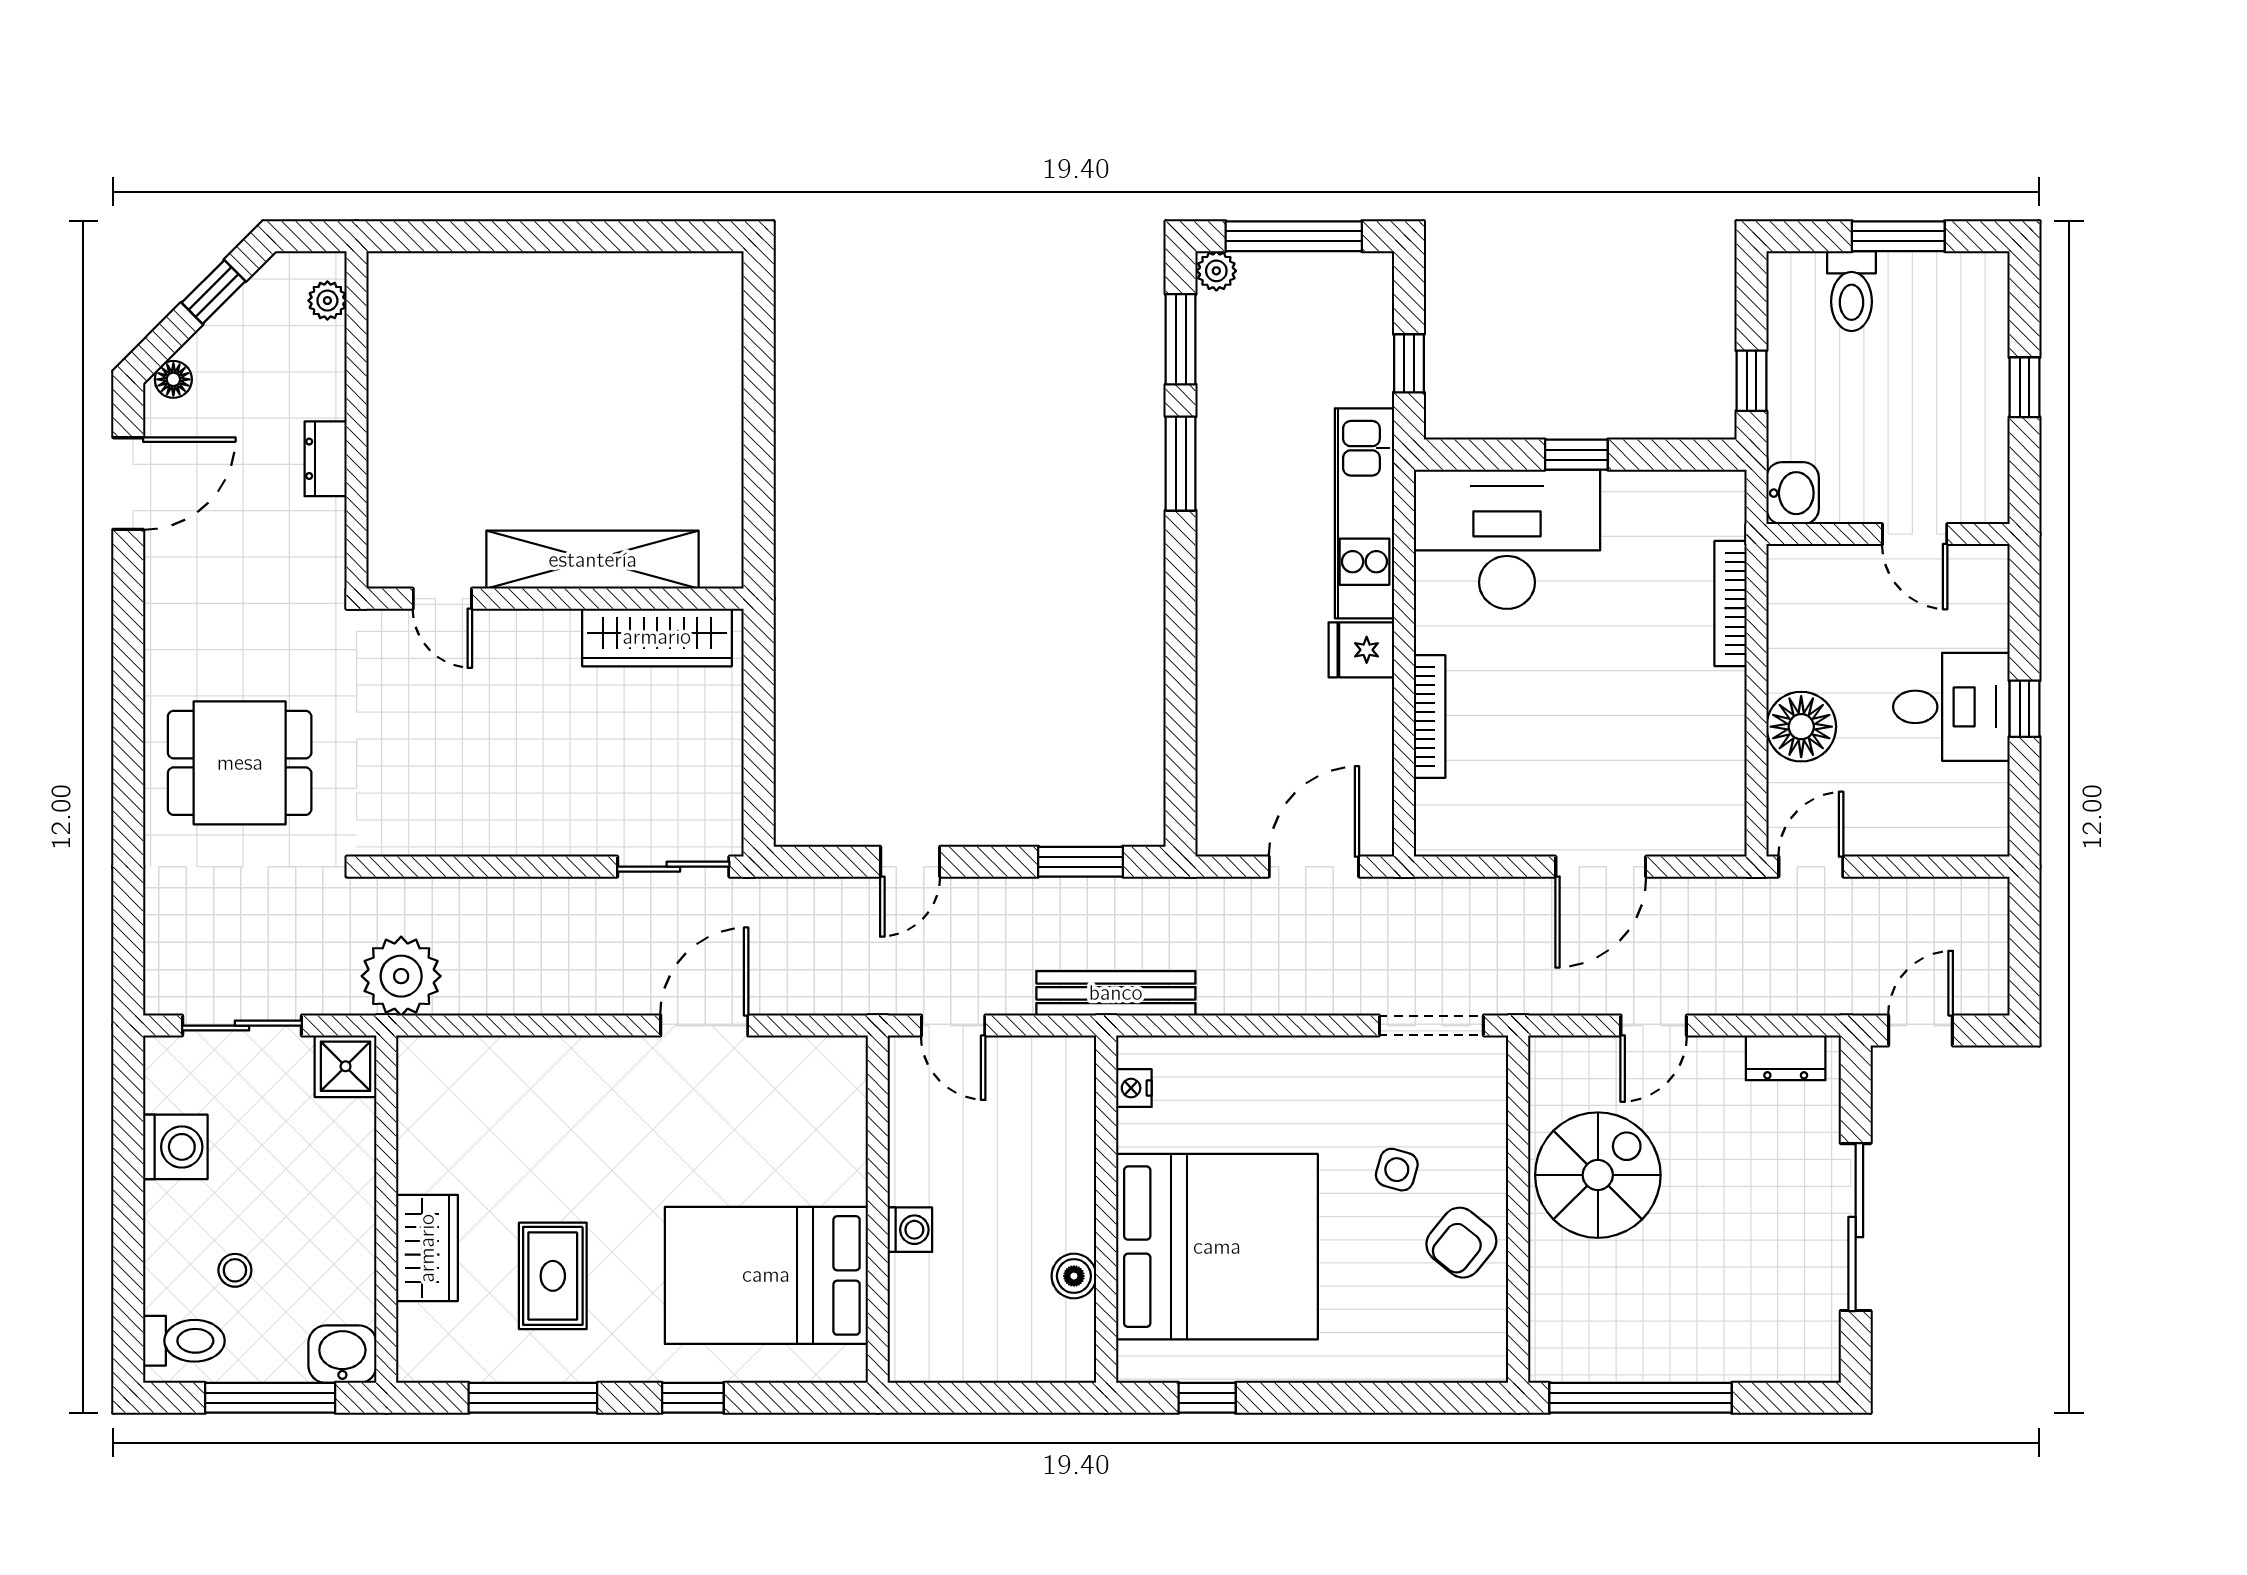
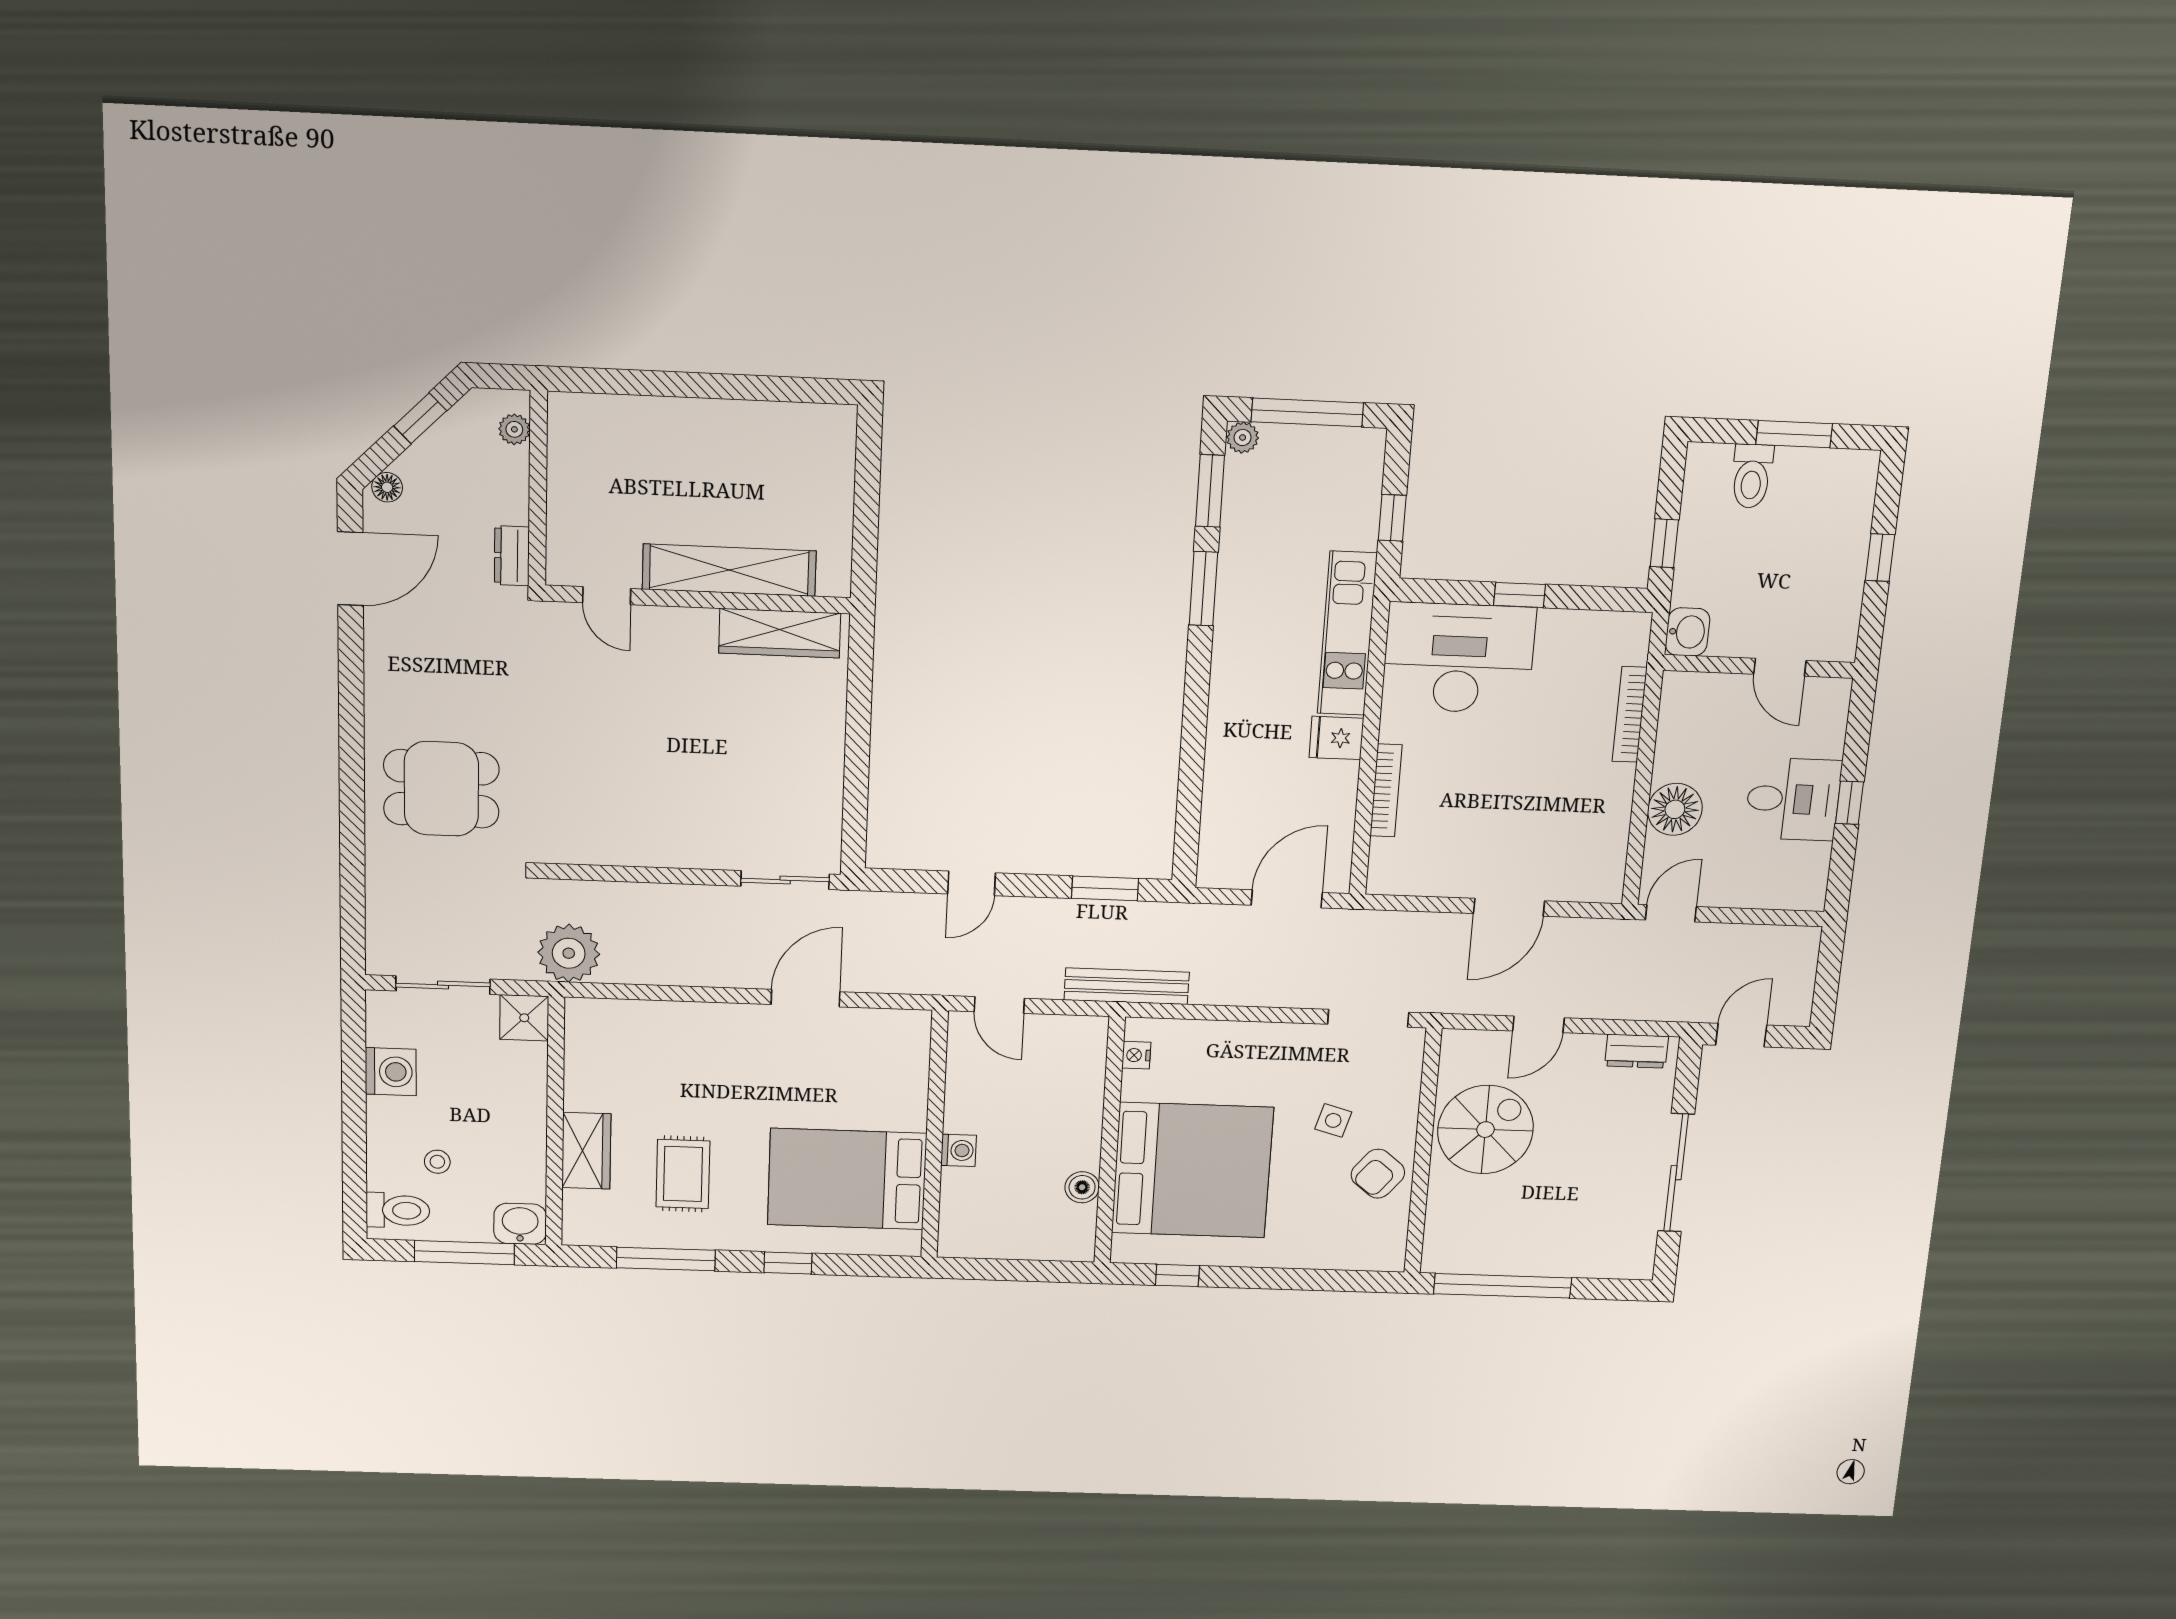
shelving: (593, 560) -> (729, 570), moved
door: (442, 599) -> (607, 596), moved
wall: (555, 599) -> (698, 599), moved
wardrobe: (657, 637) -> (780, 633), moved

